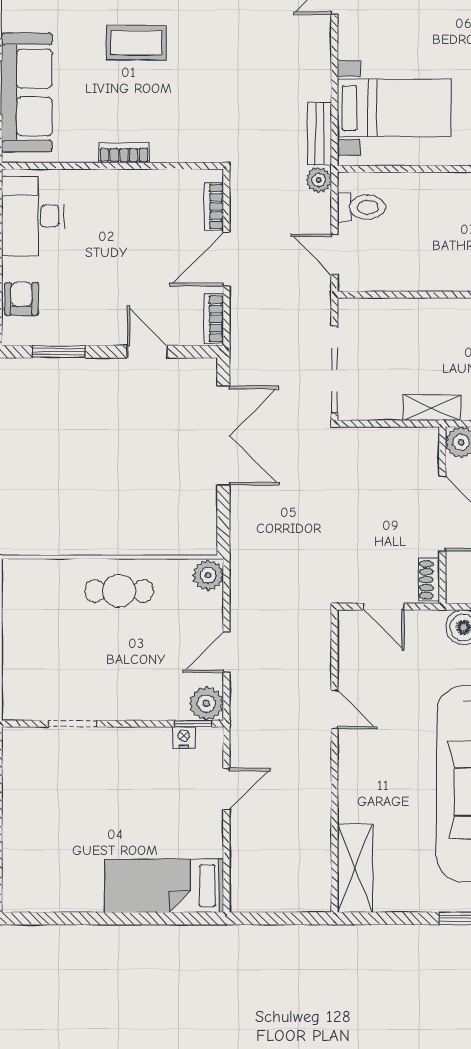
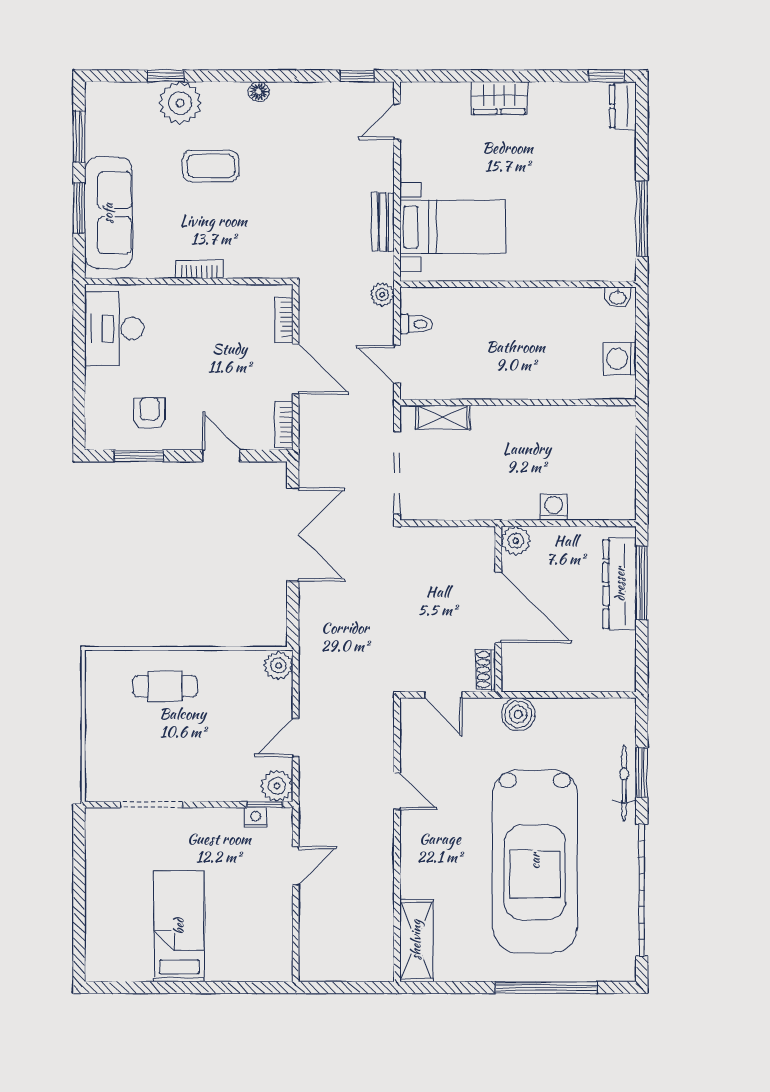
bench: (319, 134) -> (383, 222), moved
toilet: (361, 207) -> (416, 324), width x0.73, depth x0.72
door: (226, 259) -> (296, 369), swing flipped
armchair: (21, 299) -> (150, 413), moved
shelving: (432, 408) -> (443, 417), moved
cafe table: (119, 591) -> (165, 686), moved
doorway: (73, 724) -> (151, 805), width x1.38
bed: (164, 886) -> (179, 926), moved, turned 90

